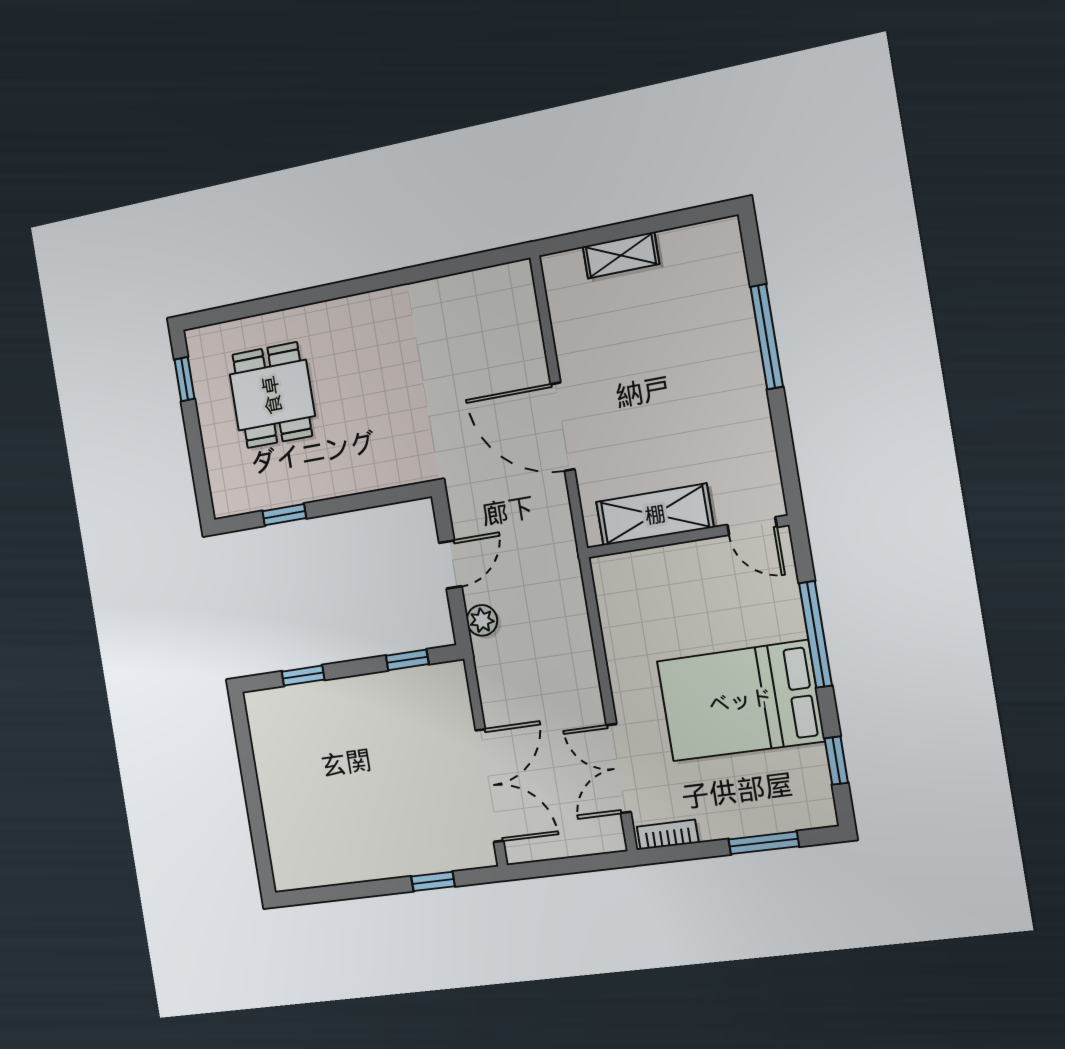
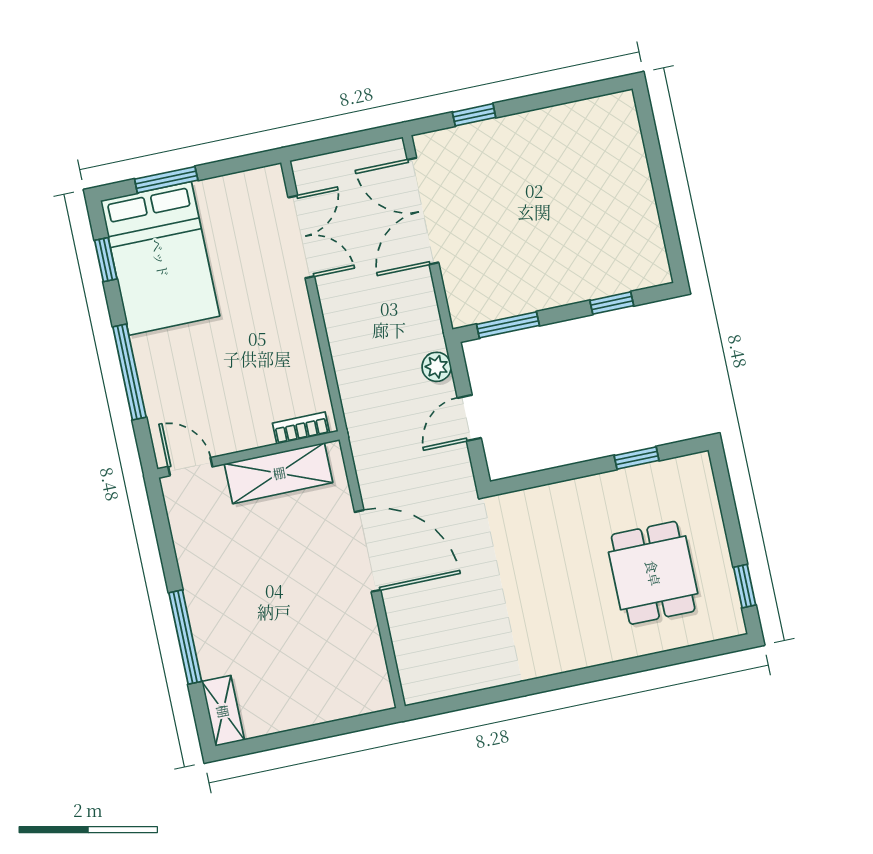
shelving: (621, 255) -> (223, 711), moved, turned 90
window: (407, 660) -> (508, 325), width x1.50
bed: (740, 701) -> (160, 258), moved, turned 90
bookcase: (668, 835) -> (301, 428), moved, turned 180

